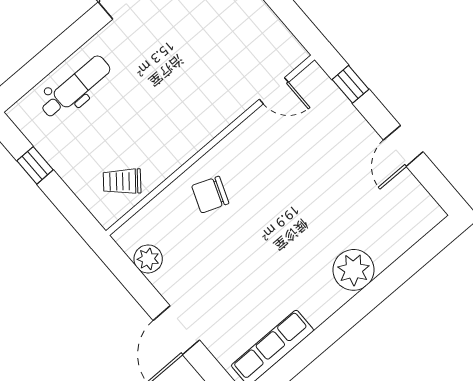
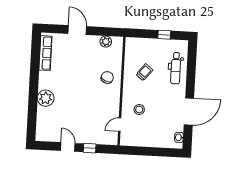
stool: (213, 82) -> (139, 110), added
window: (350, 84) -> (90, 148), moved
trolley: (122, 181) -> (144, 72), moved

